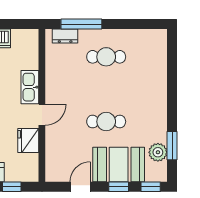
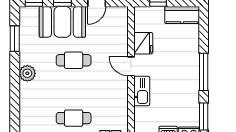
door: (42, 115) -> (131, 66), hinge flipped
plant: (158, 152) -> (27, 73), moved

